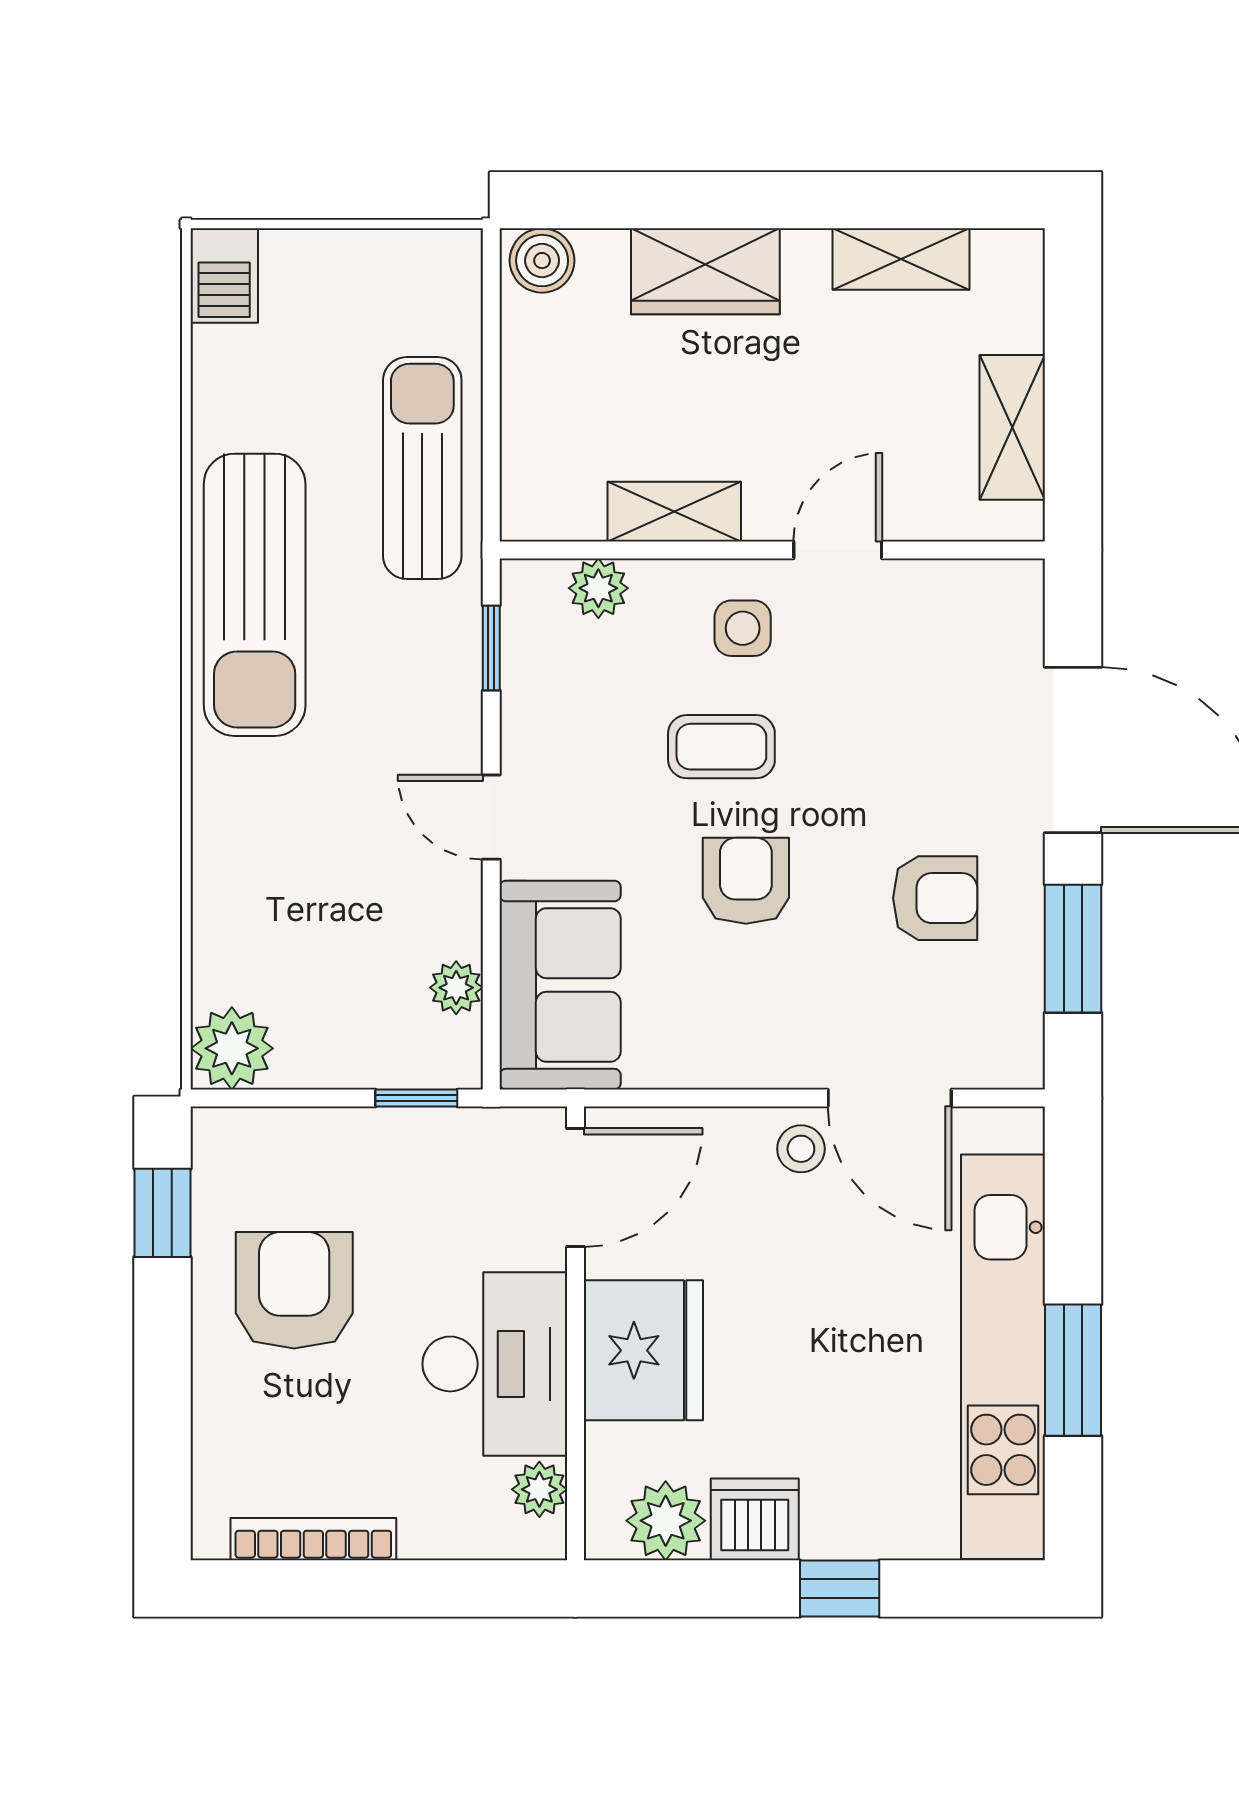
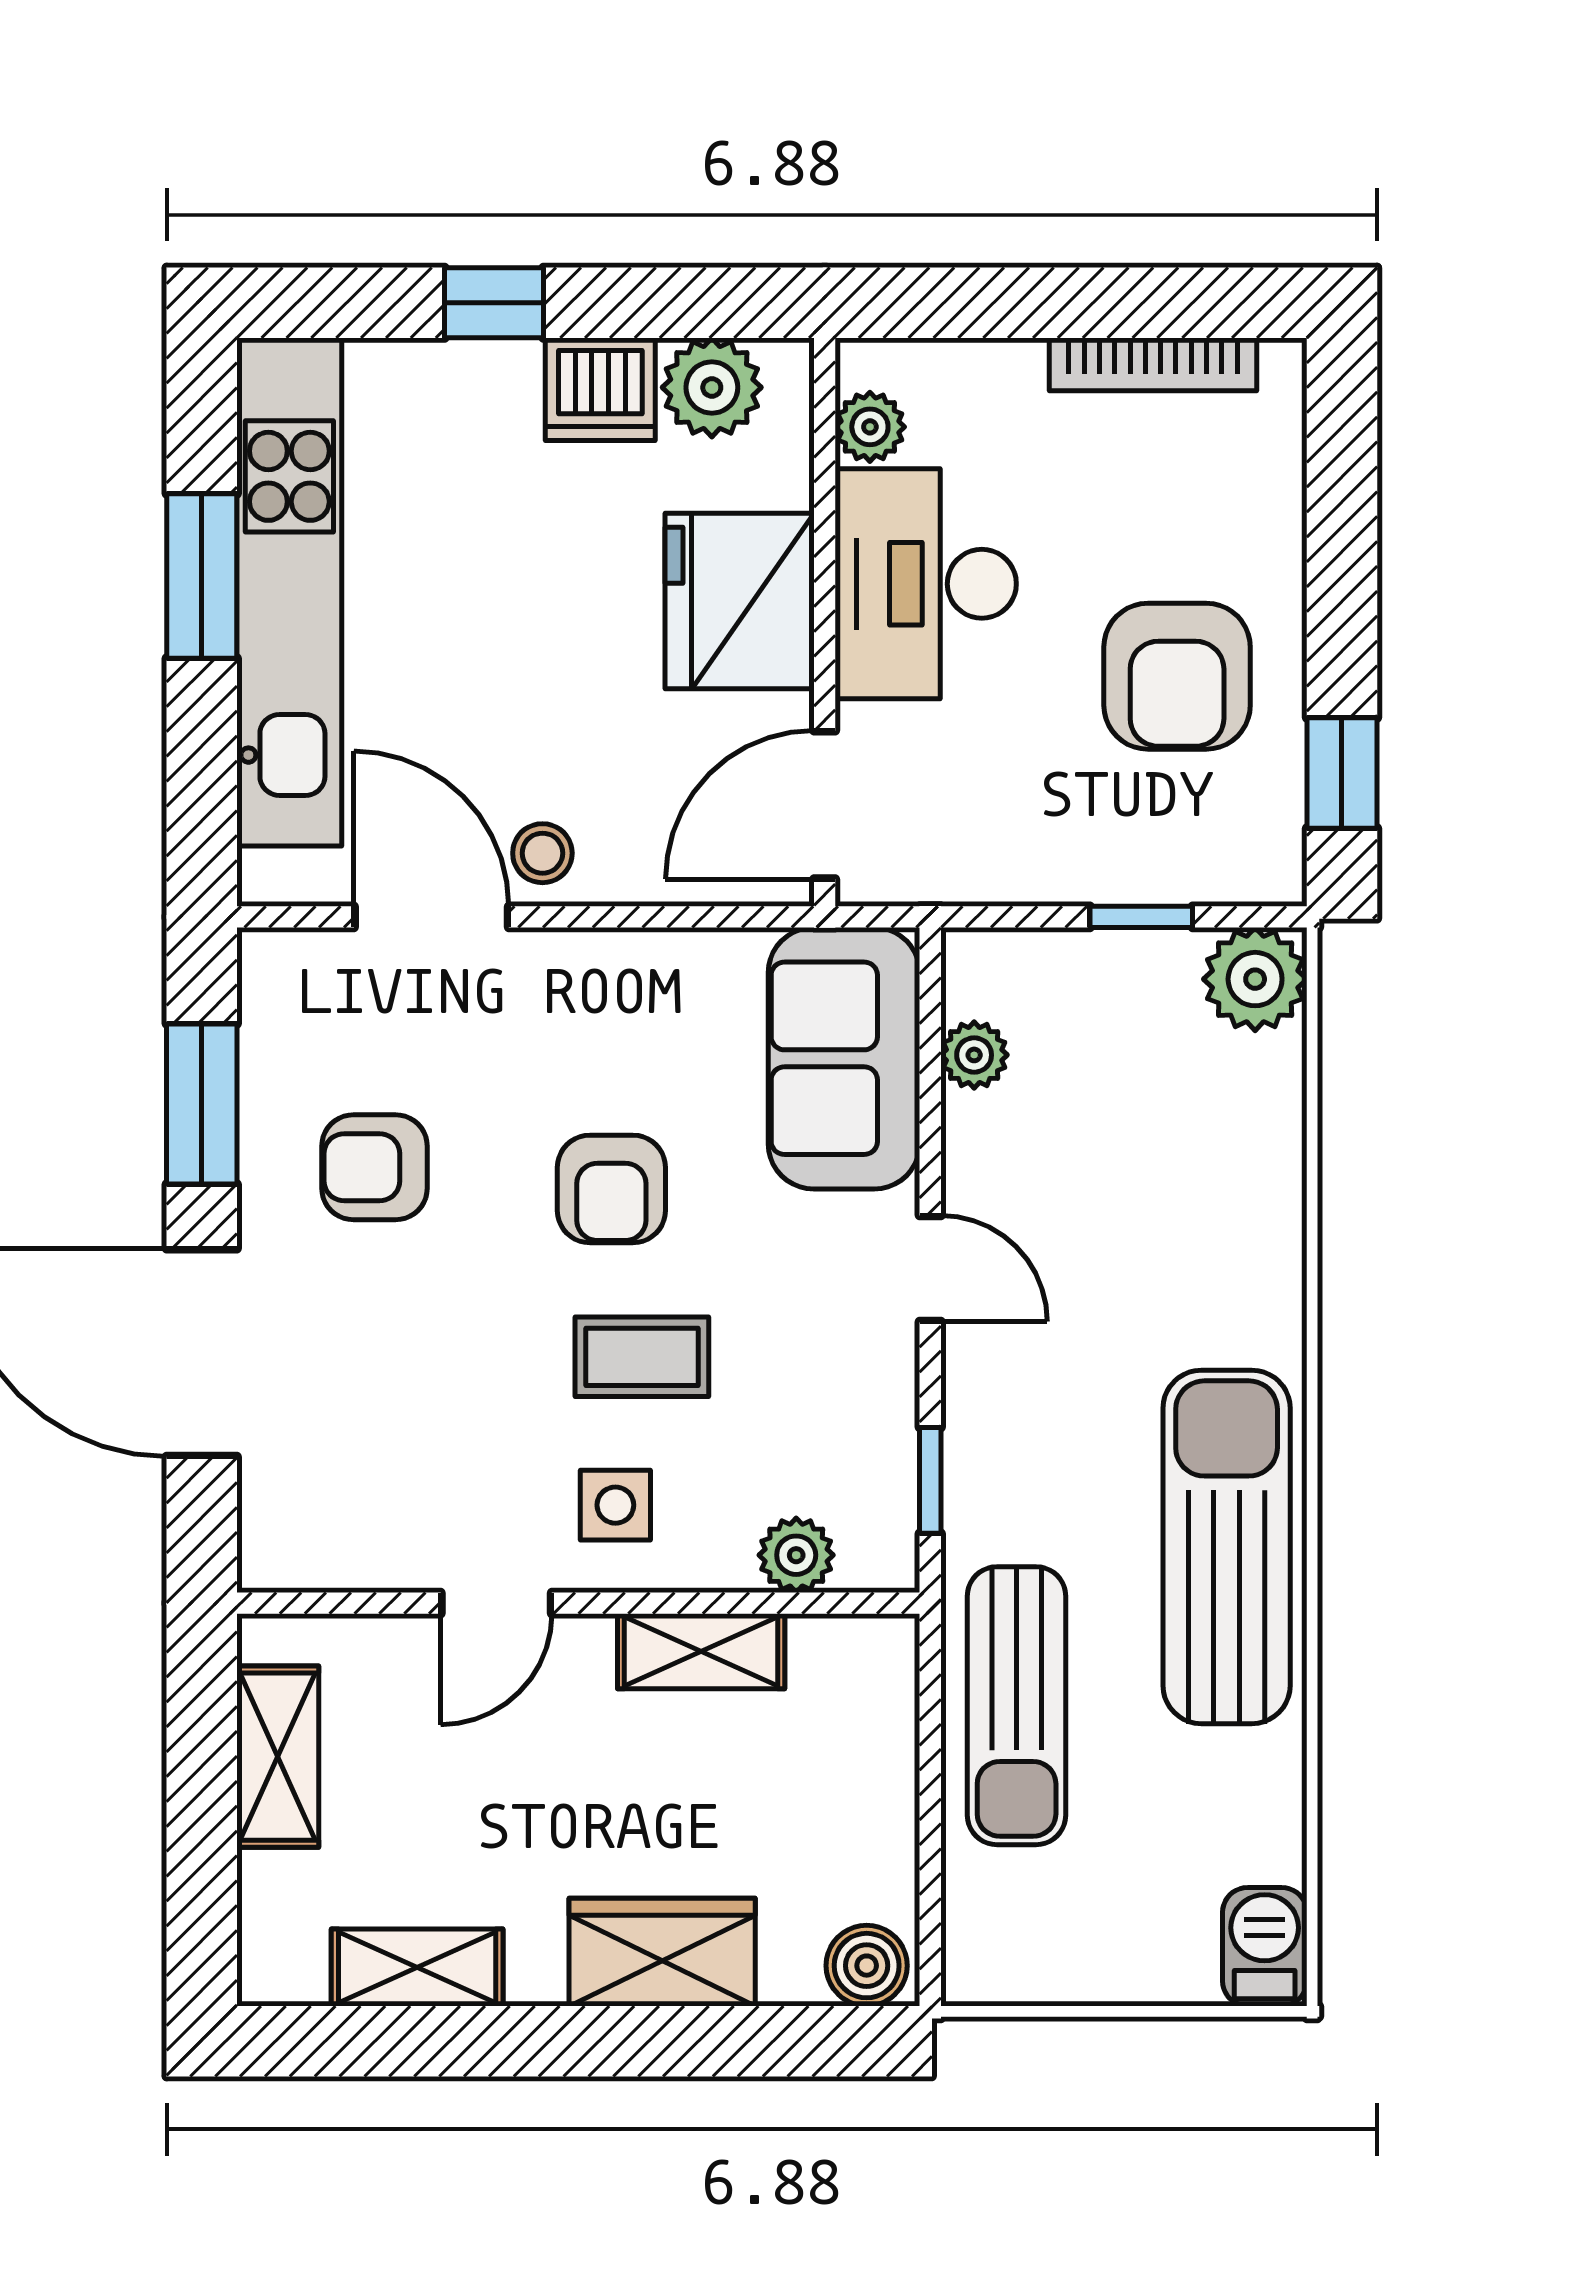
window: (416, 1098) -> (1141, 917), moved

